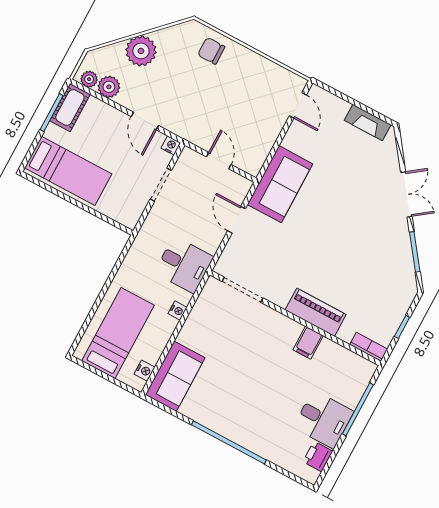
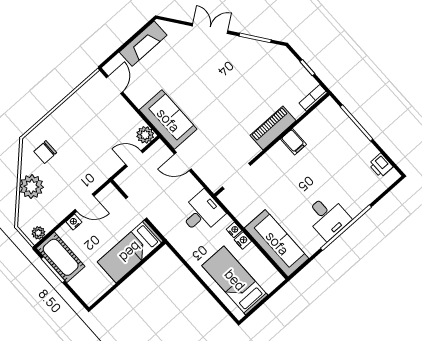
chair: (211, 51) -> (45, 152), moved
plant: (109, 87) -> (145, 135), moved
door: (298, 105) -> (114, 85), hinge flipped
cot: (70, 107) -> (61, 257), width x1.37, depth x1.34
fireplace: (368, 123) -> (143, 44), width x1.37, depth x1.32
nightstand: (171, 145) -> (74, 222), moved
bed: (68, 171) -> (130, 252), moved, turned 180
nightstand: (145, 371) -> (243, 240), moved
sofa: (175, 376) -> (277, 243), width x1.36
desk: (323, 419) -> (327, 217), moved, turned 90

